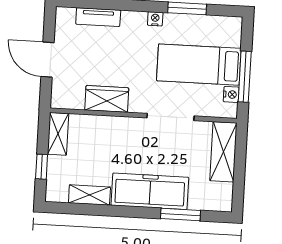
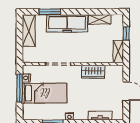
shelving: (223, 152) -> (29, 31), moved

